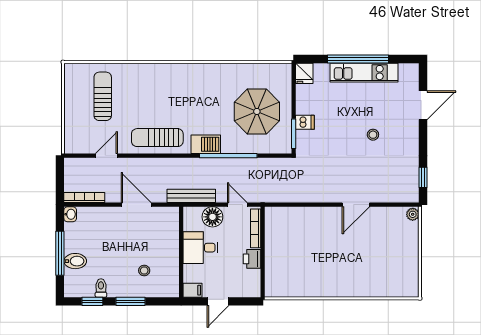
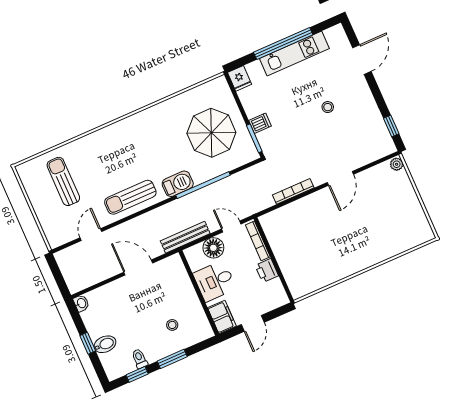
bookcase: (84, 197) -> (293, 191), moved
window: (60, 253) -> (88, 343), width x0.46
filing cabinet: (193, 290) -> (222, 317), width x2.00

